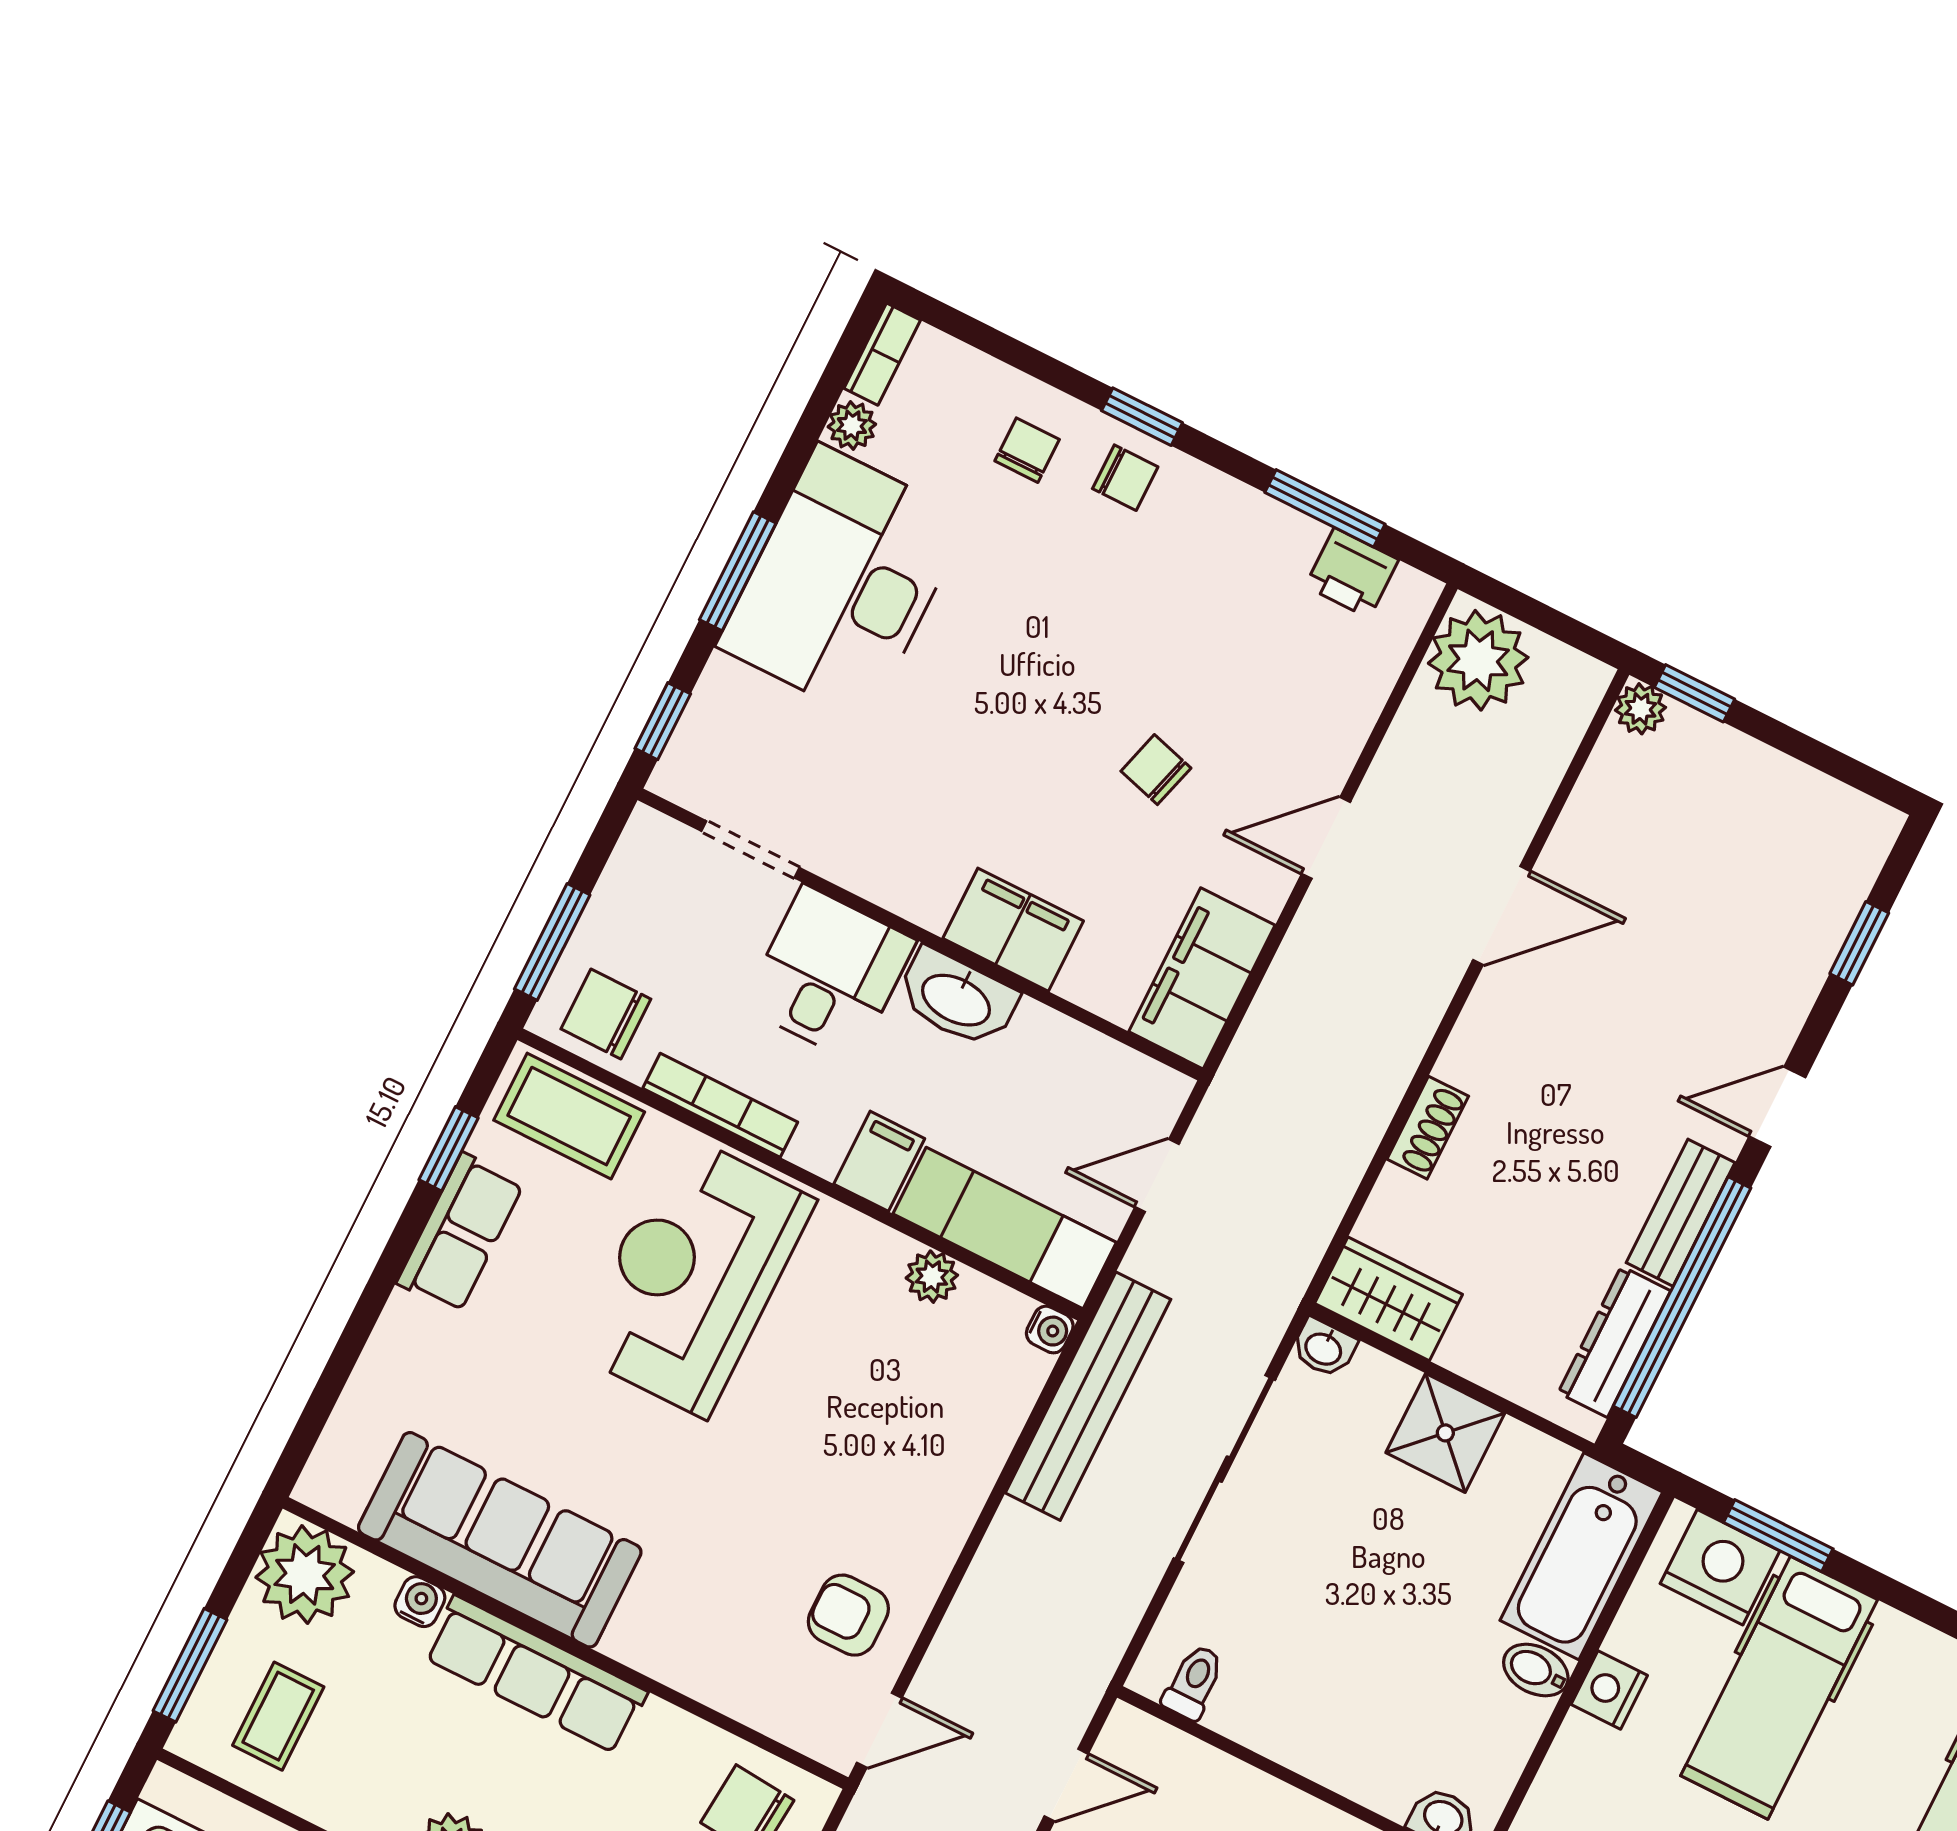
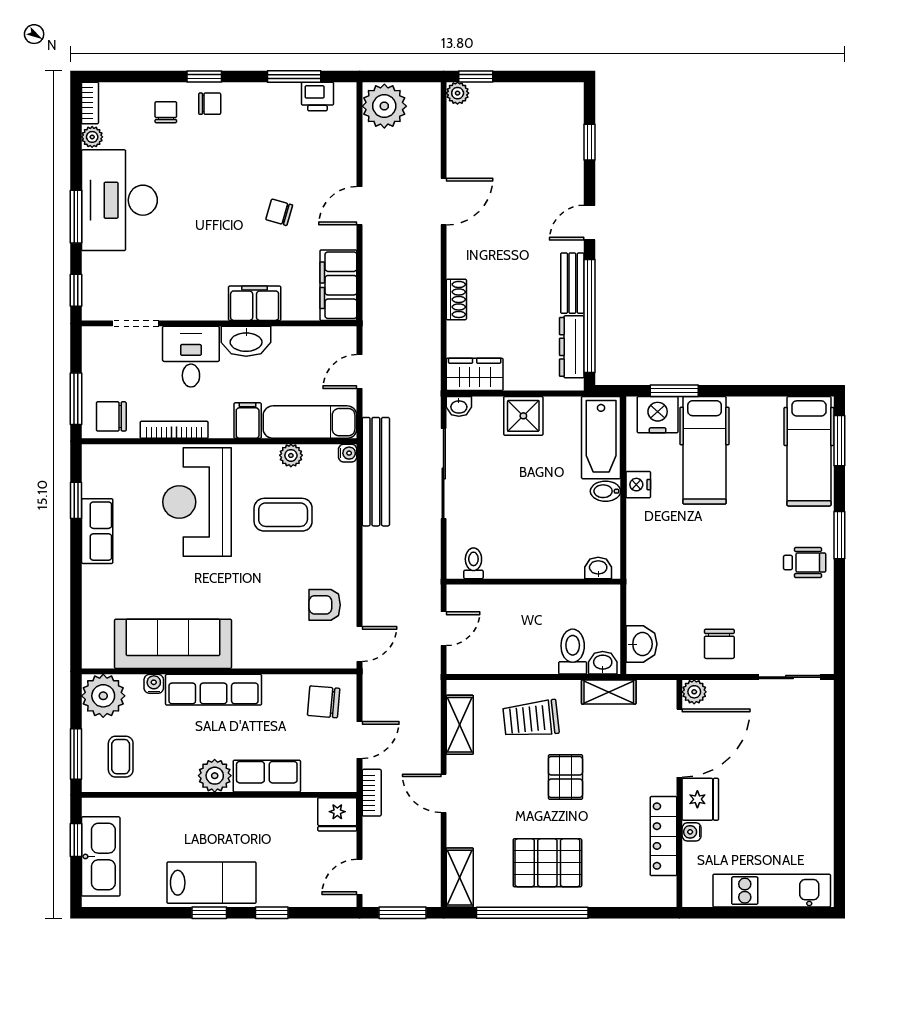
coffee table: (569, 1116) -> (283, 515), moved

